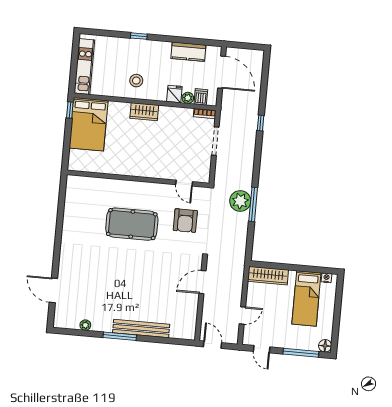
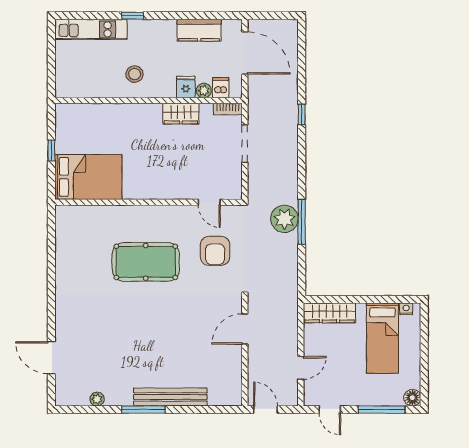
kitchen unit: (84, 67) -> (91, 29), moved, turned 90
window: (70, 110) -> (51, 151), moved
wardrobe: (144, 112) -> (181, 114), moved
bed: (89, 124) -> (88, 177), moved, turned -90

